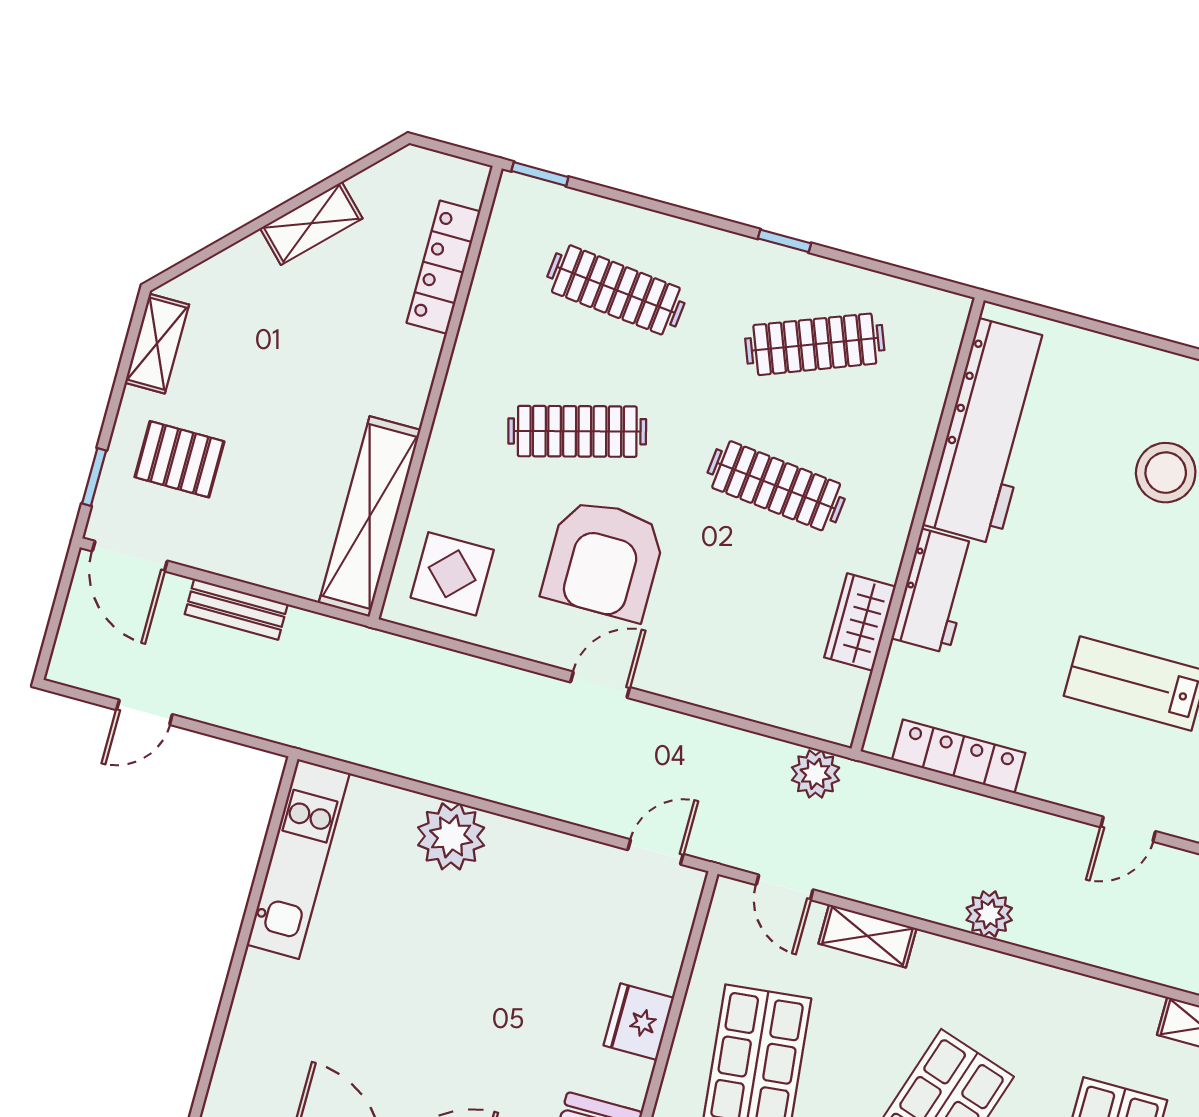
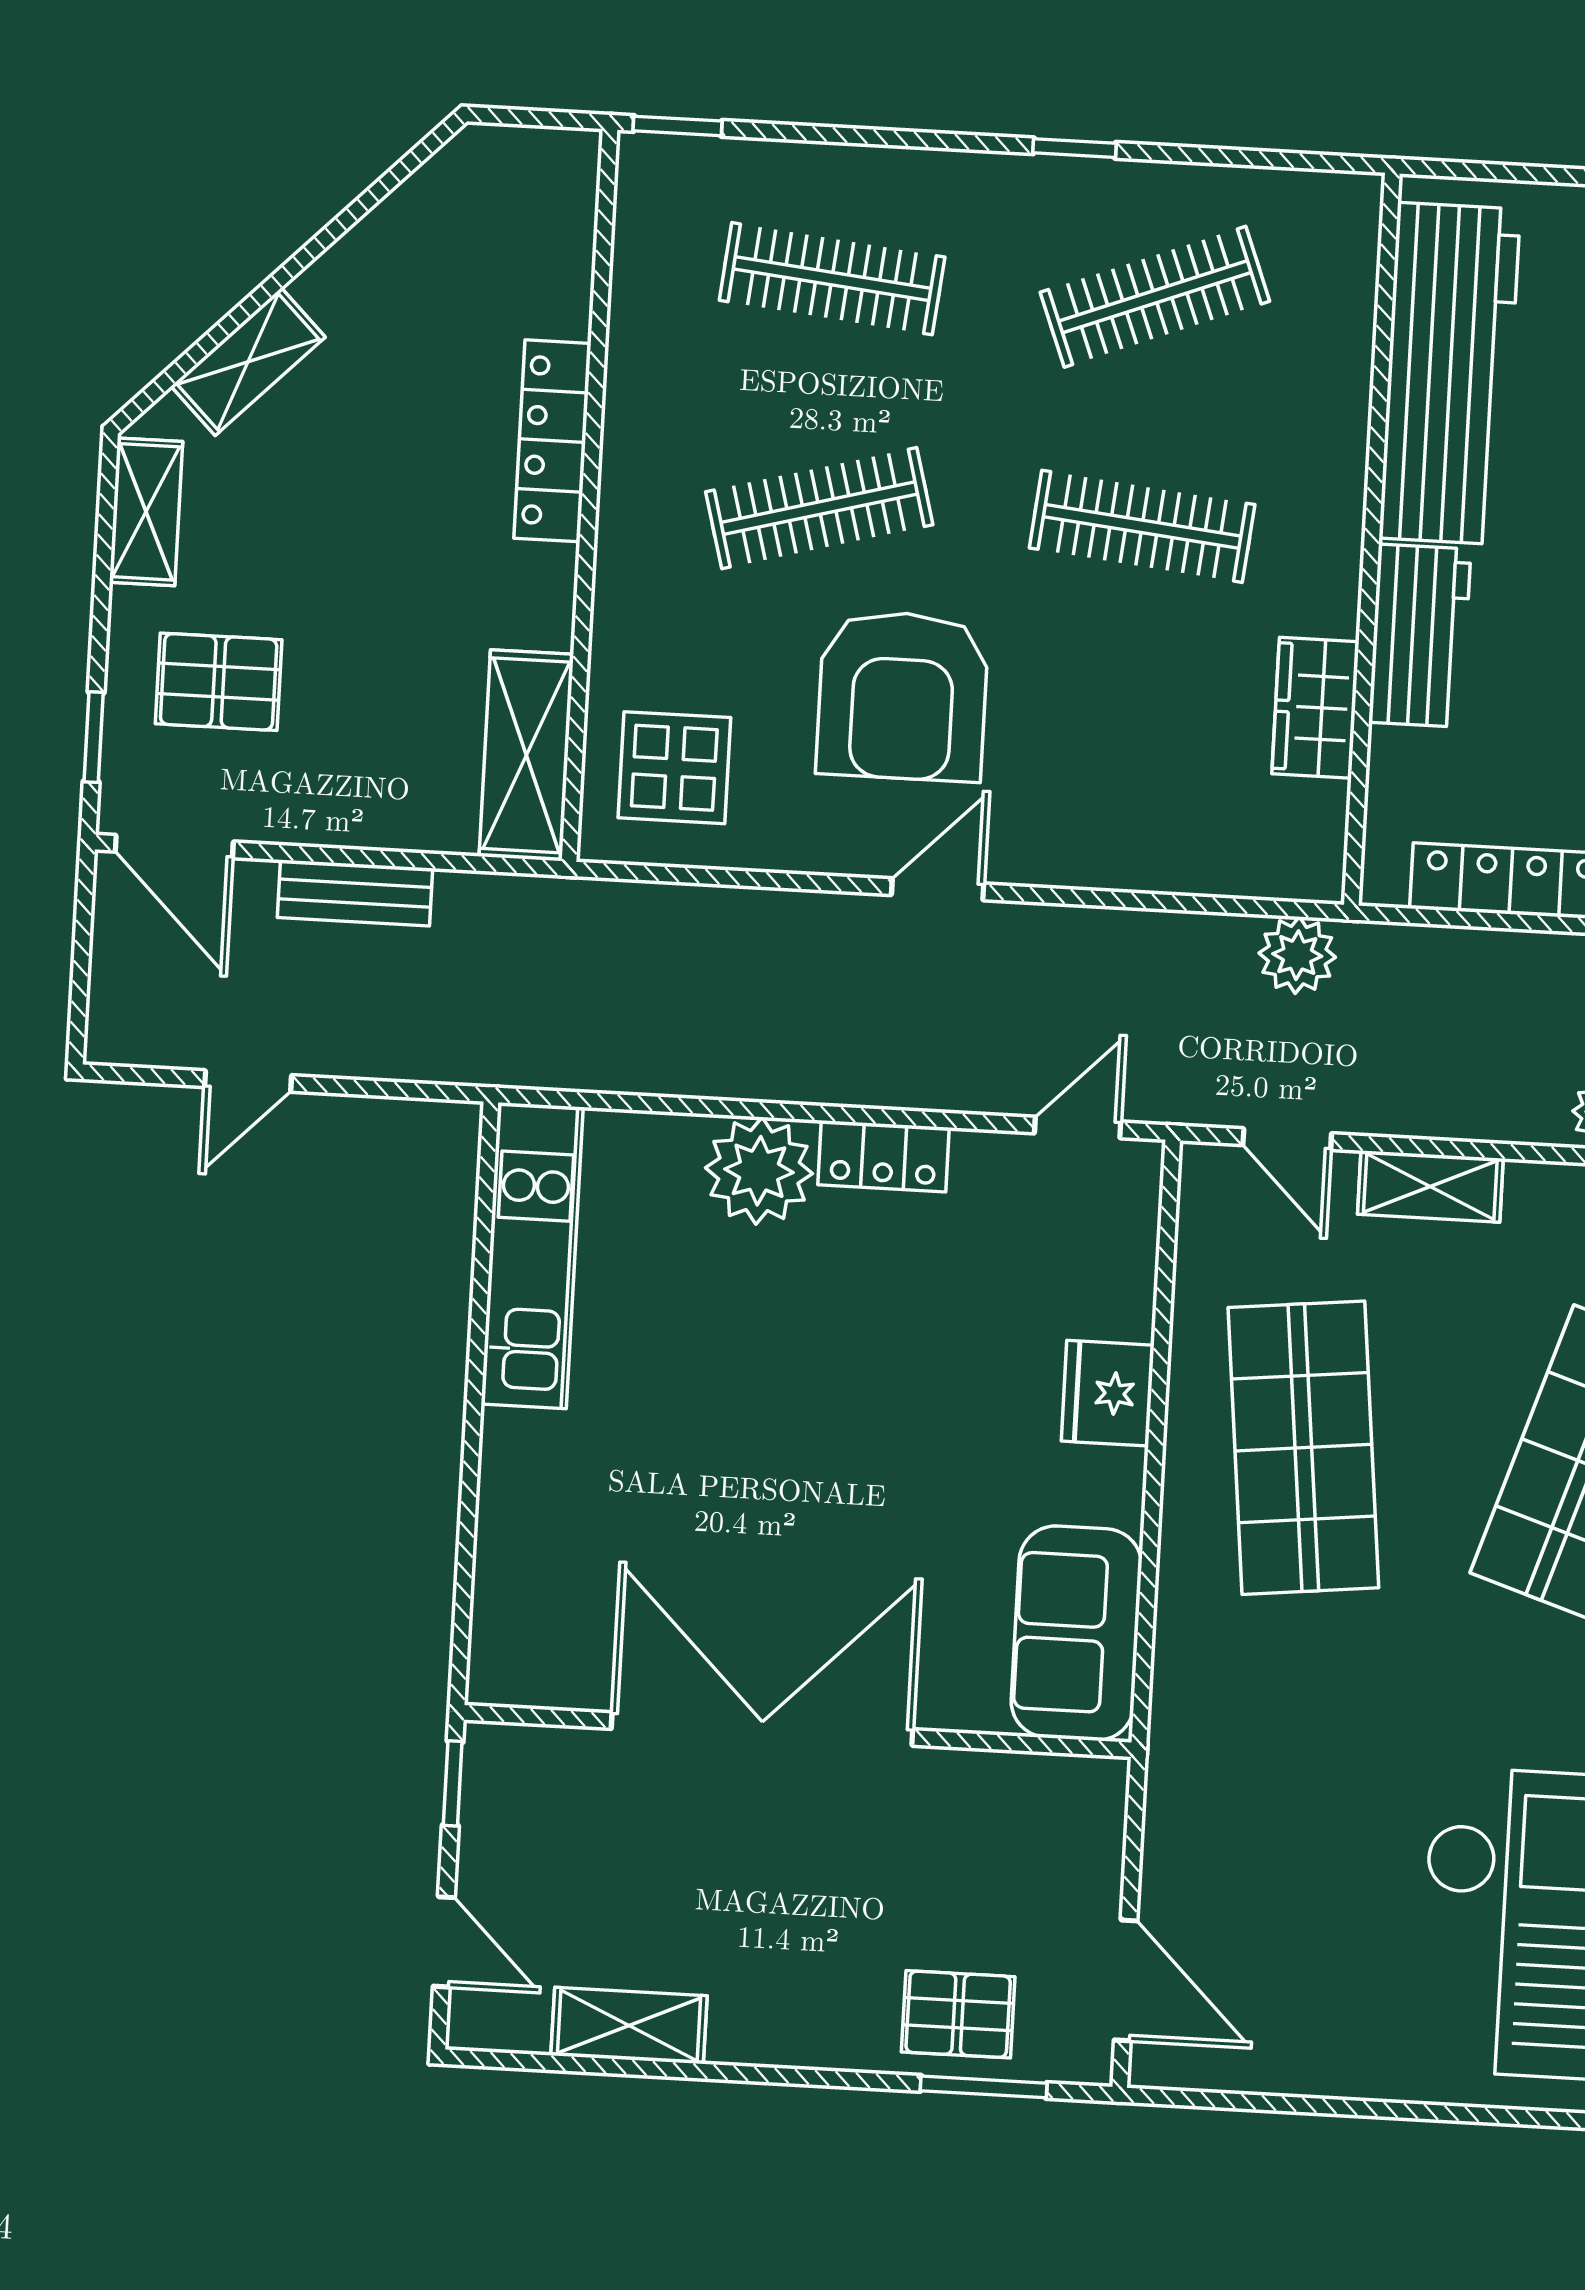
shelving: (311, 223) -> (248, 362), moved
locker: (443, 267) -> (552, 441), moved
shelving: (370, 516) -> (526, 755), width x0.68
locker: (531, 844) -> (884, 1156), added

